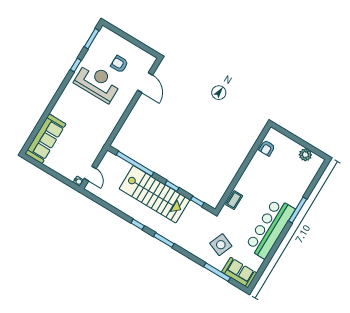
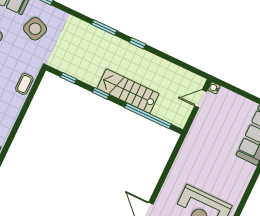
door: (90, 173) -> (201, 99), hinge flipped
stairs: (155, 194) -> (128, 91), width x0.73, depth x0.66

